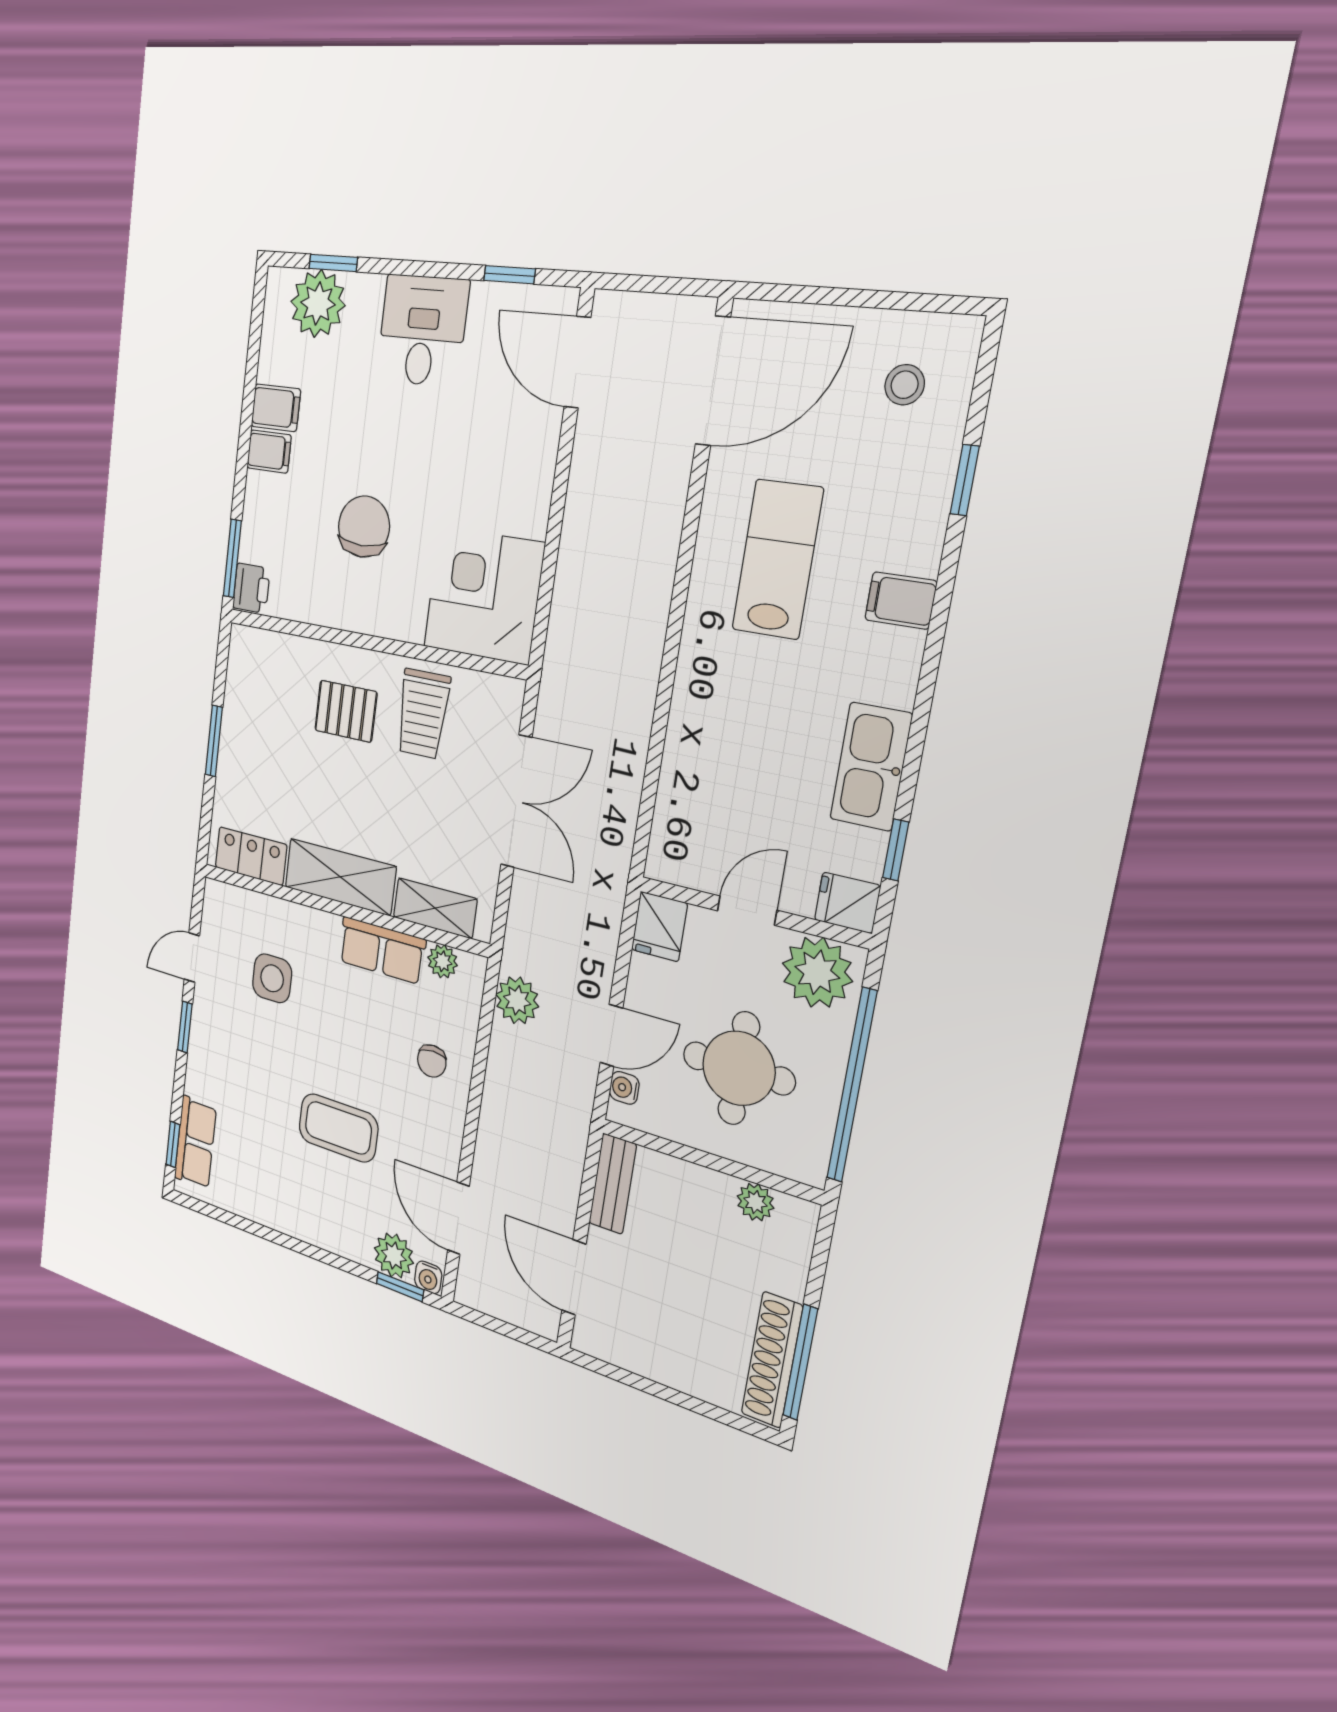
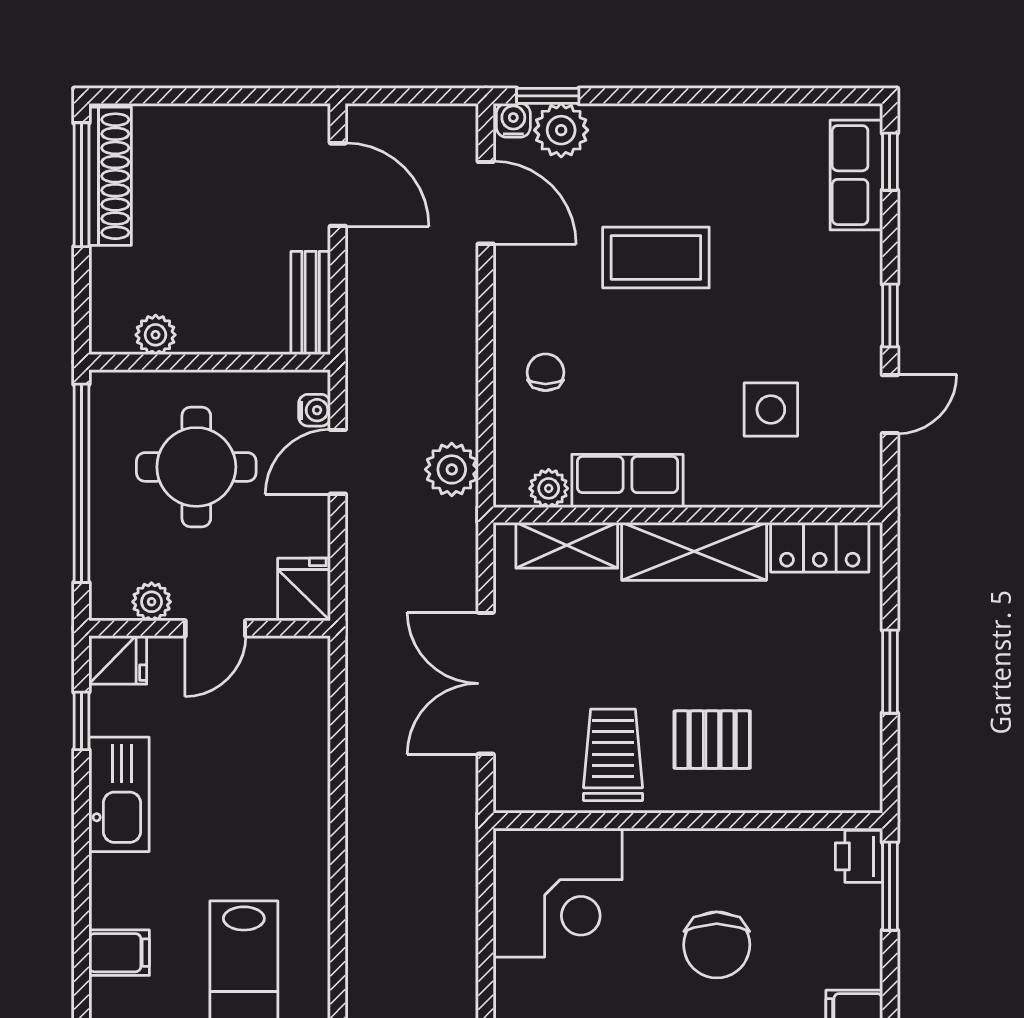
plant: (817, 972) -> (152, 602), width x0.53, depth x0.53

